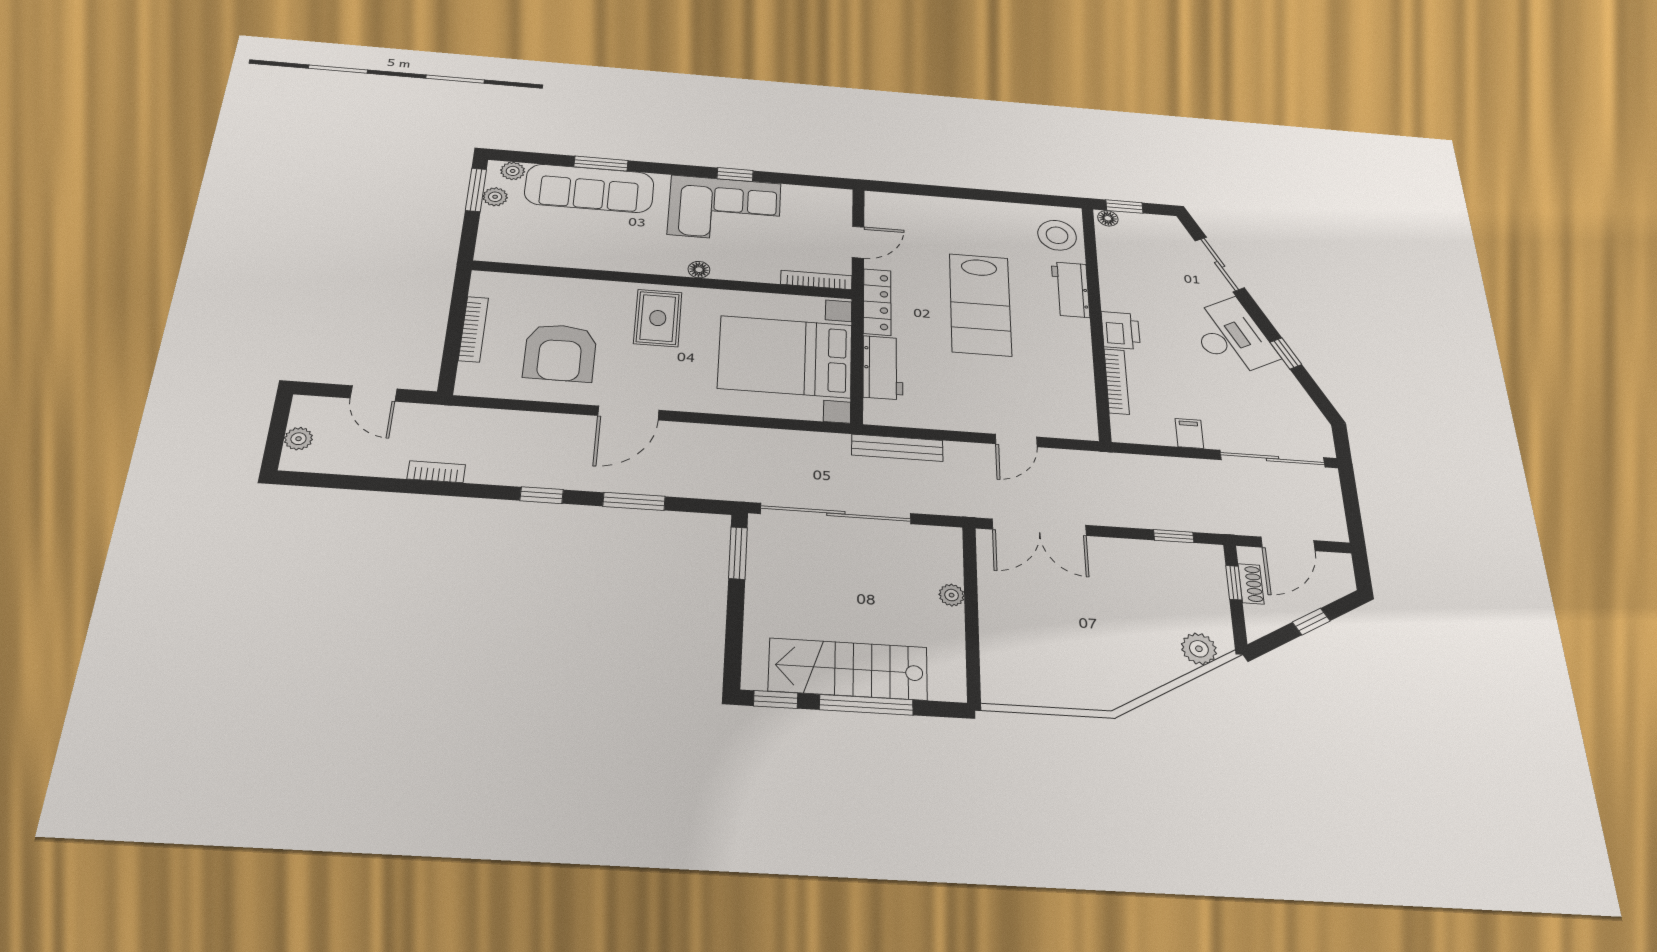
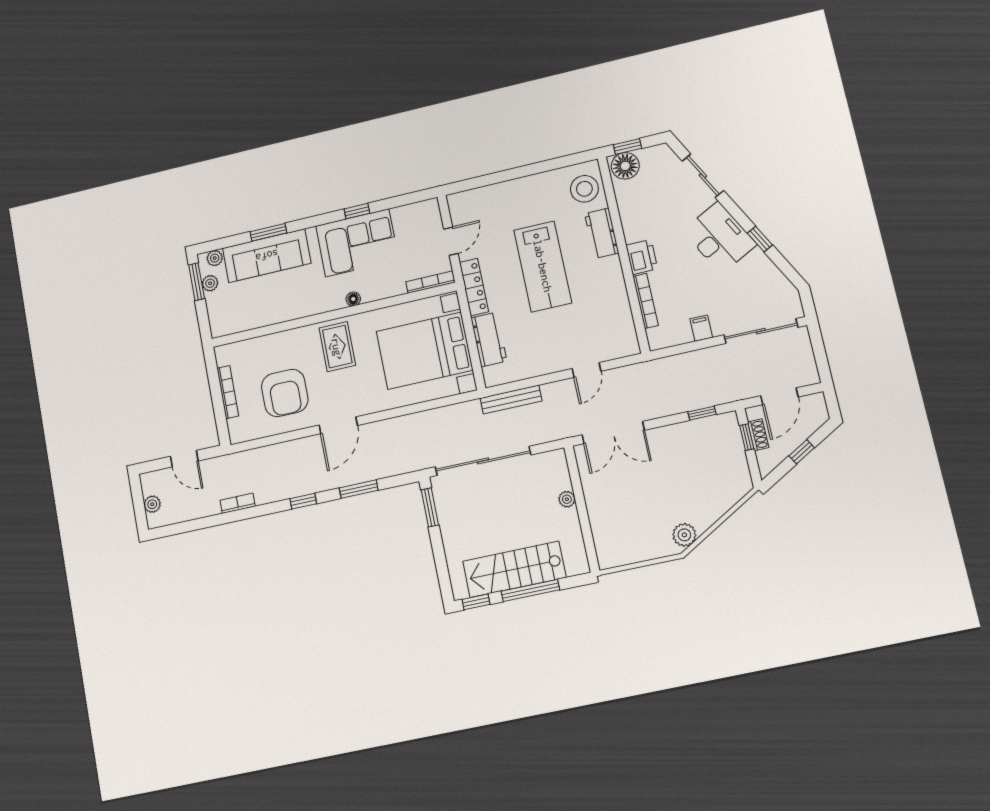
floor lamp: (1108, 218) -> (625, 166), width x1.89, depth x1.89
plant: (1199, 649) -> (684, 535), moved

